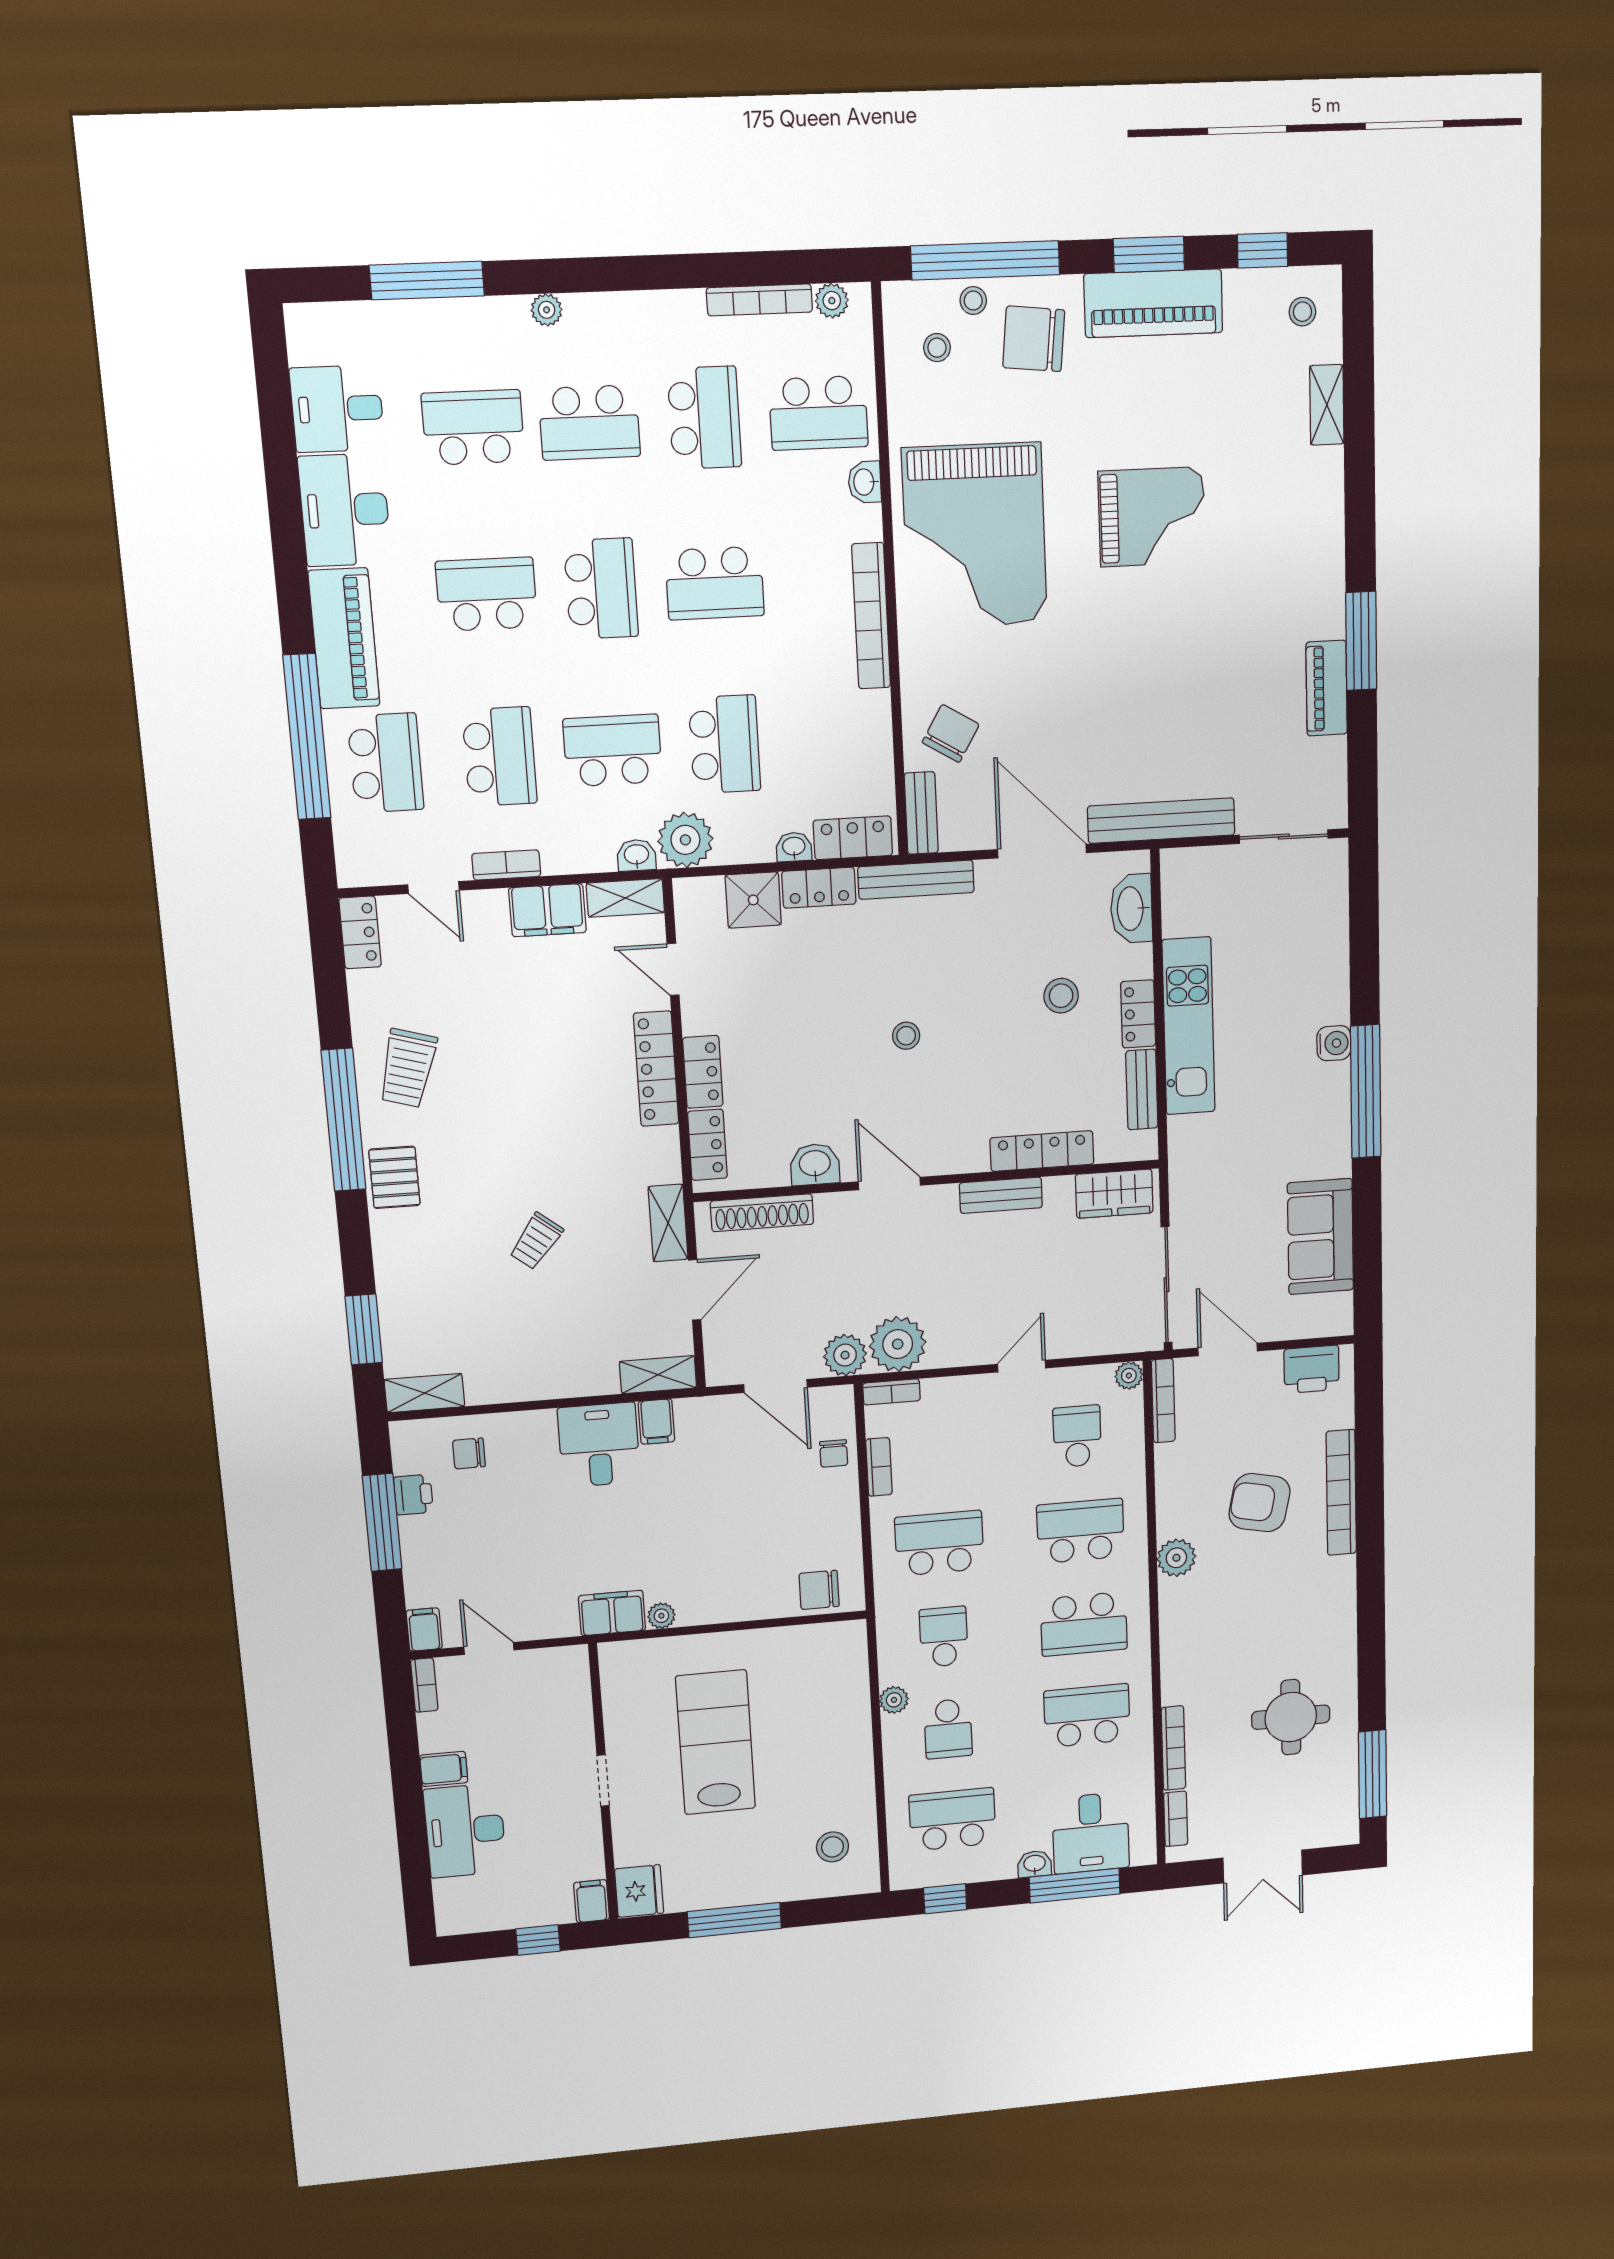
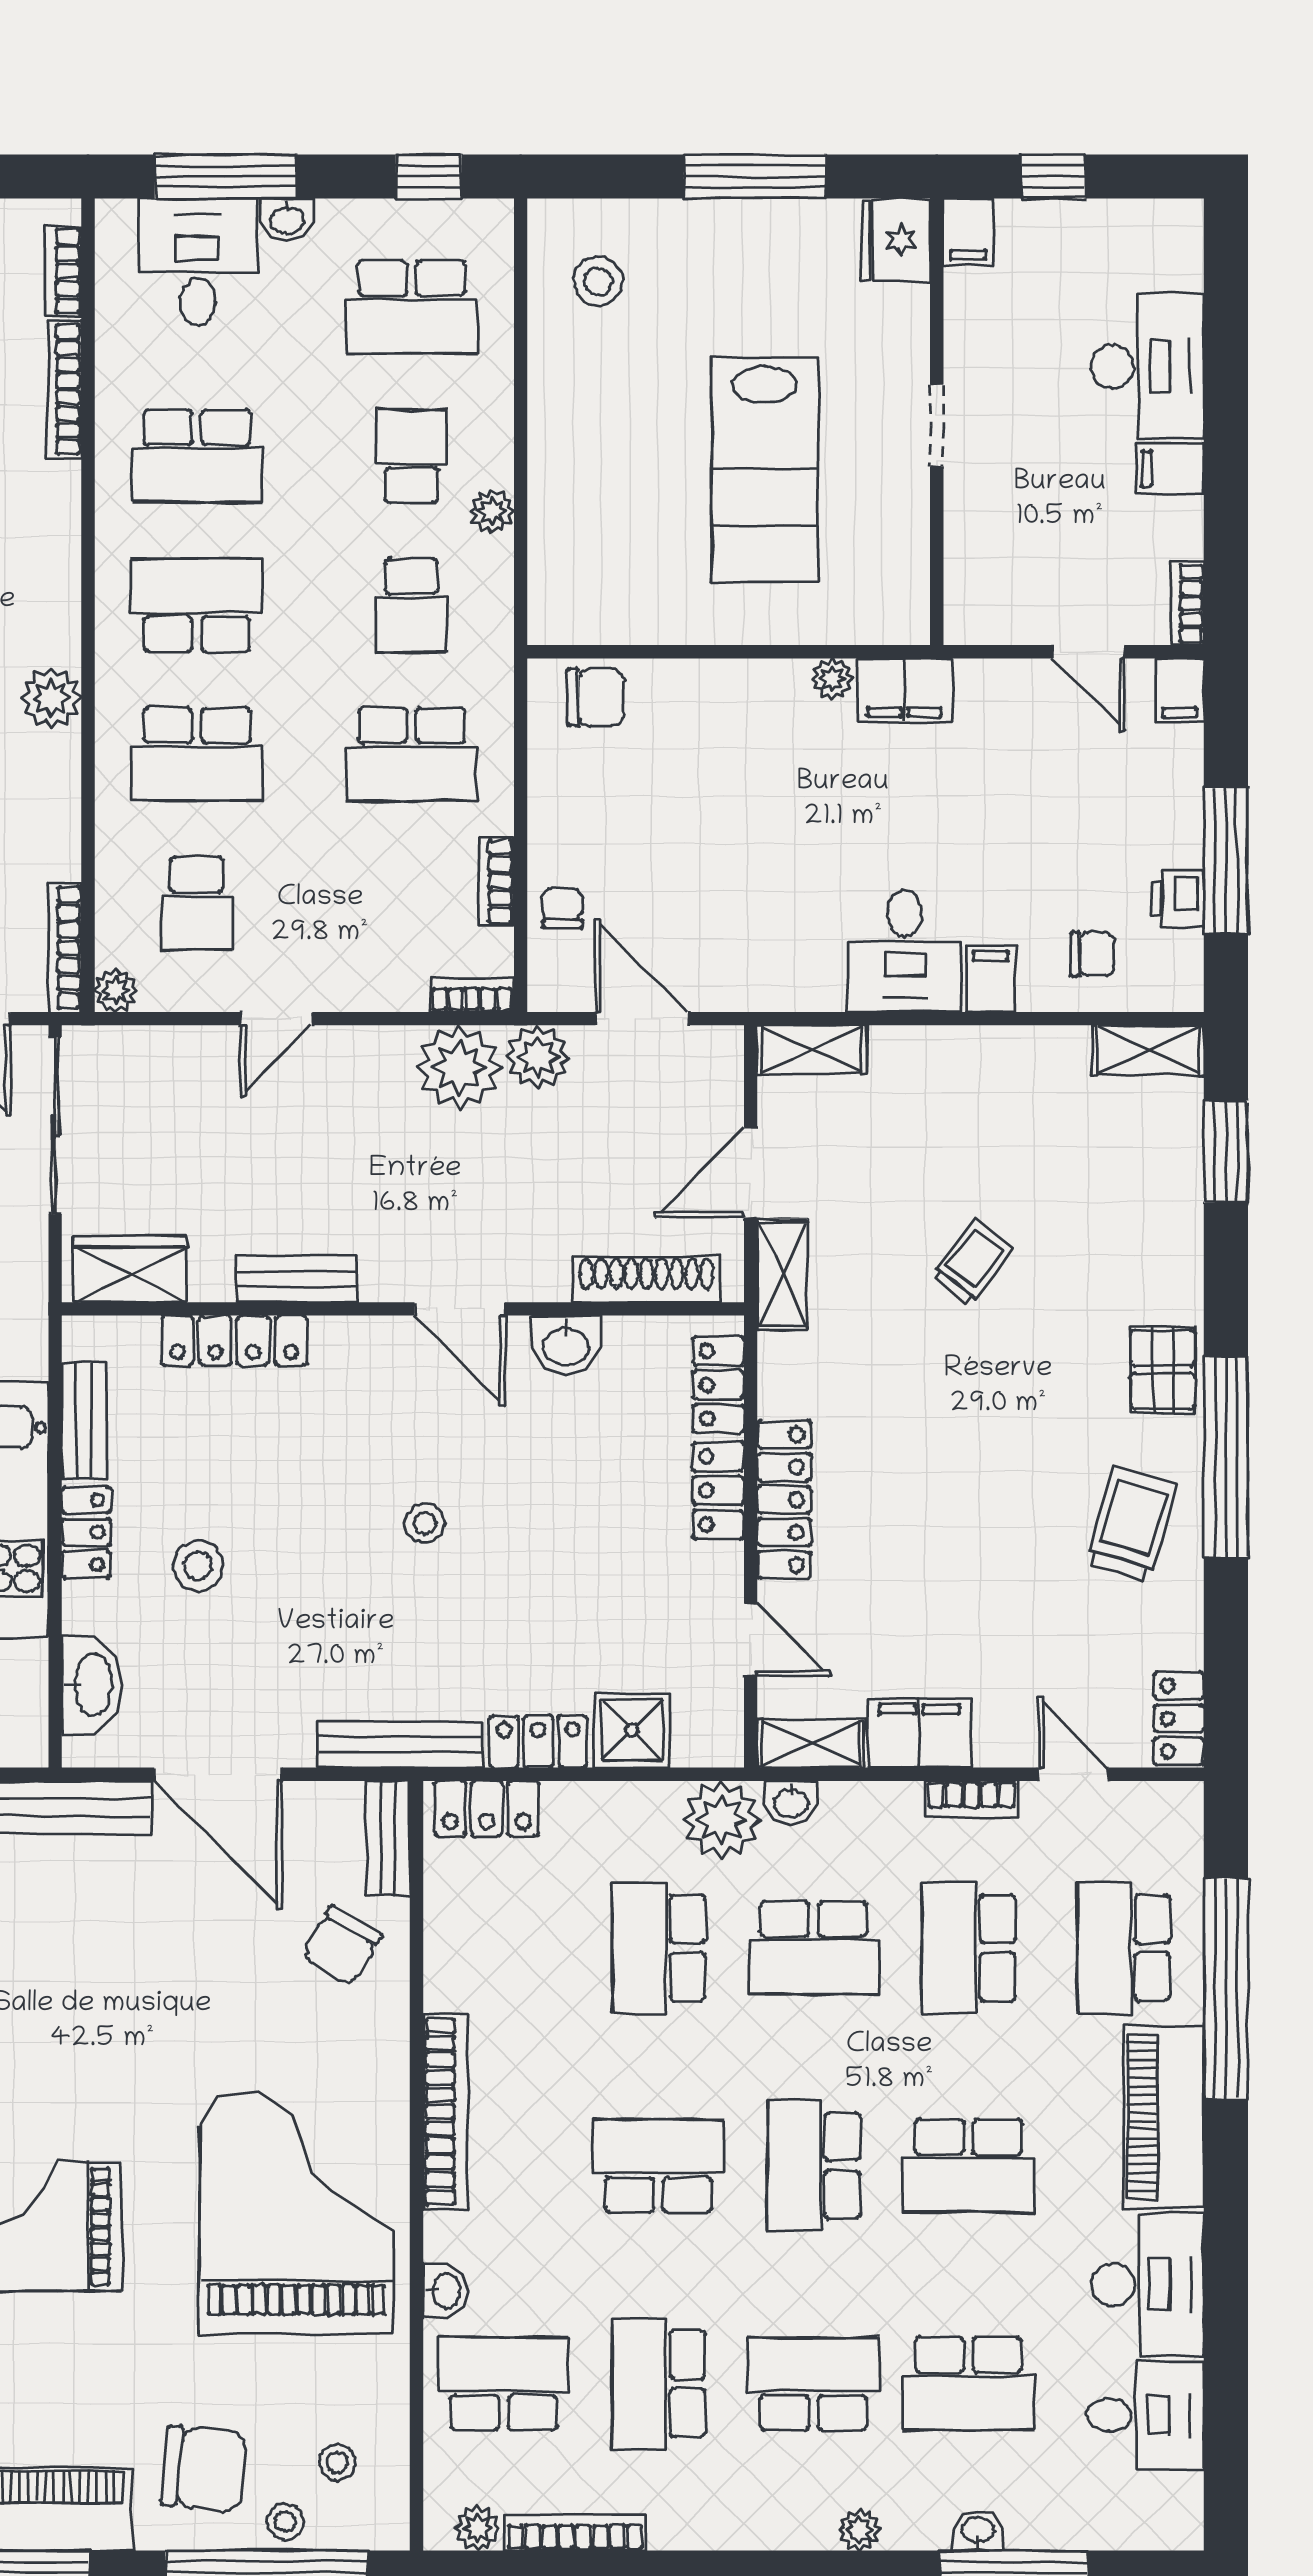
washbasin: (794, 847) -> (978, 2531), moved, turned 180
filing cabinet: (656, 1422) -> (990, 979), moved

